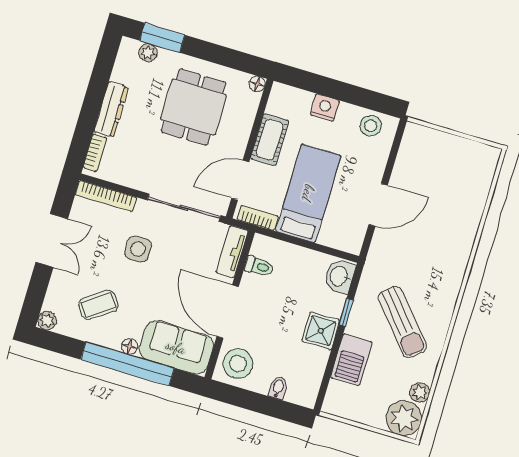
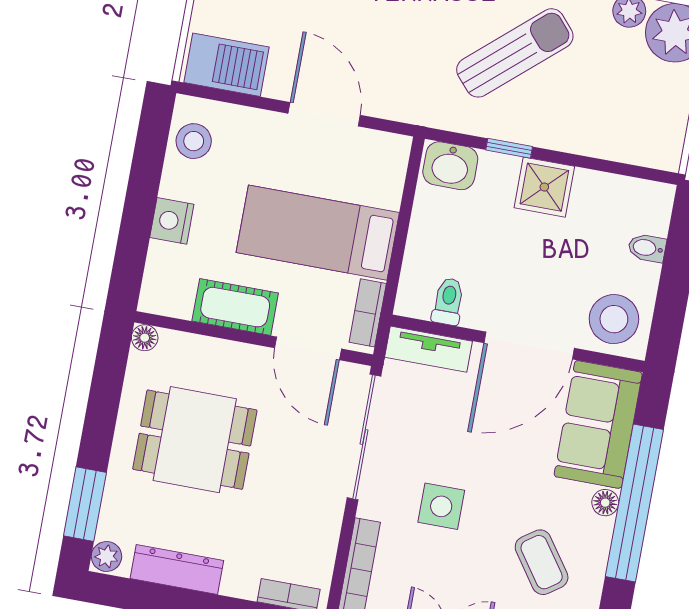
plant: (148, 53) -> (106, 556), moved
dresser: (111, 109) -> (177, 569), moved
barbecue: (351, 360) -> (226, 65), moved

